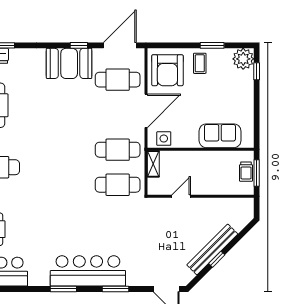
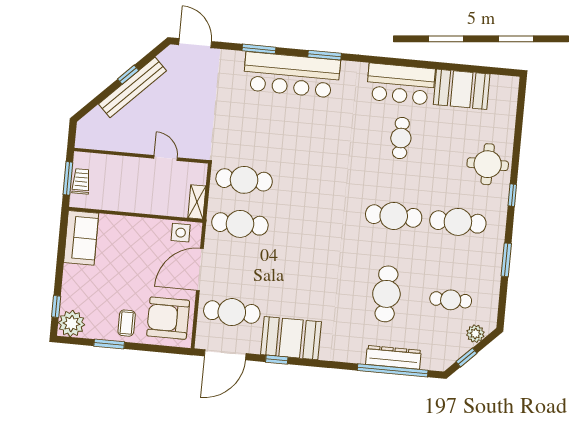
armchair: (167, 70) -> (168, 318), turned -90
sofa: (220, 136) -> (81, 238), moved, turned -90
door: (181, 196) -> (166, 158), swing flipped

